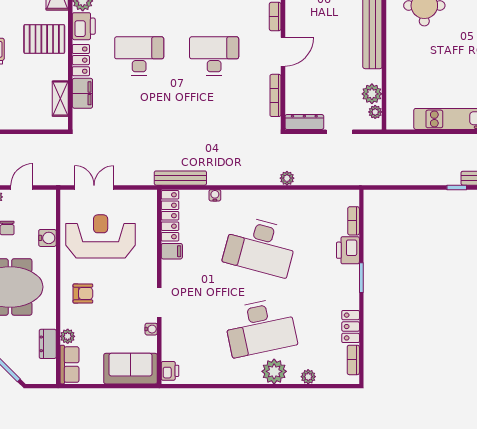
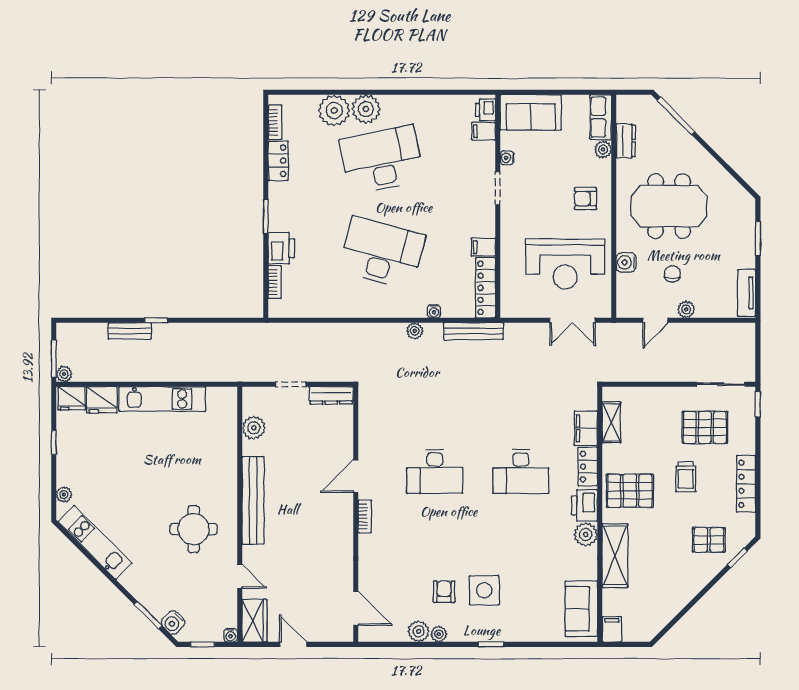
bookcase: (275, 95) -> (364, 426), removed
plant: (375, 112) -> (250, 407), removed
plant: (287, 178) -> (415, 331), moved
filing cabinet: (172, 352) -> (484, 131), added
plant: (308, 377) -> (334, 110), width x1.88, depth x1.88

